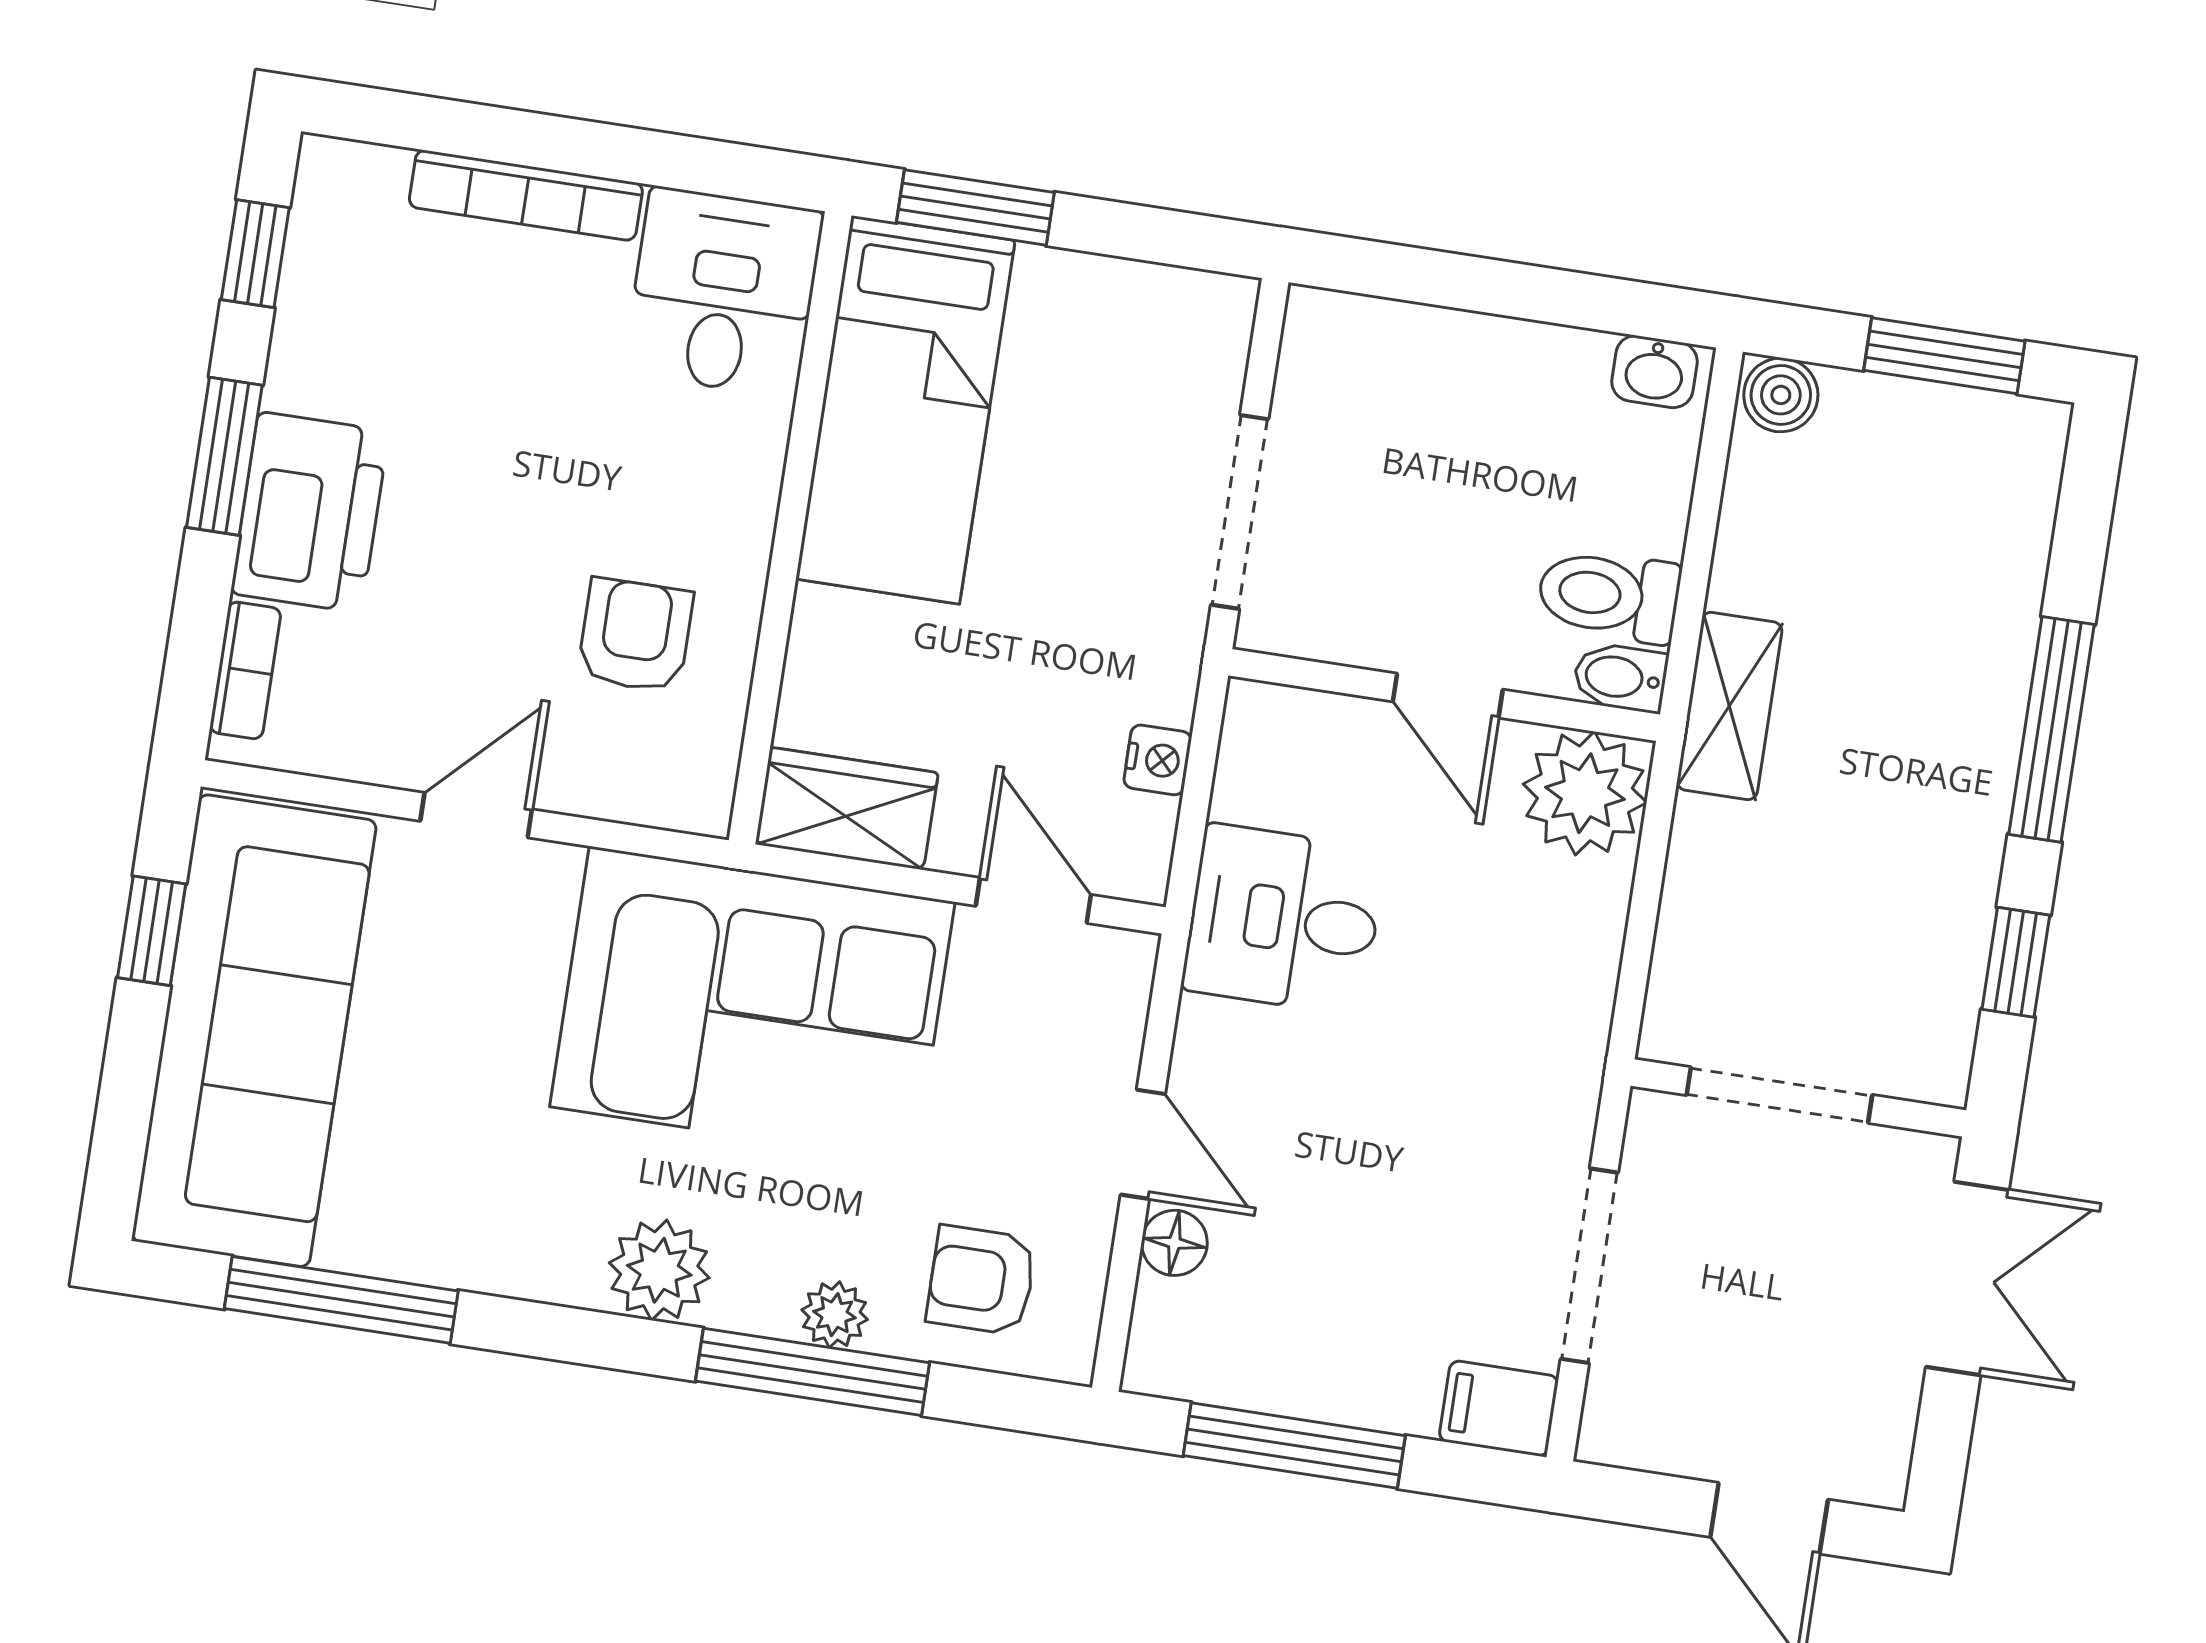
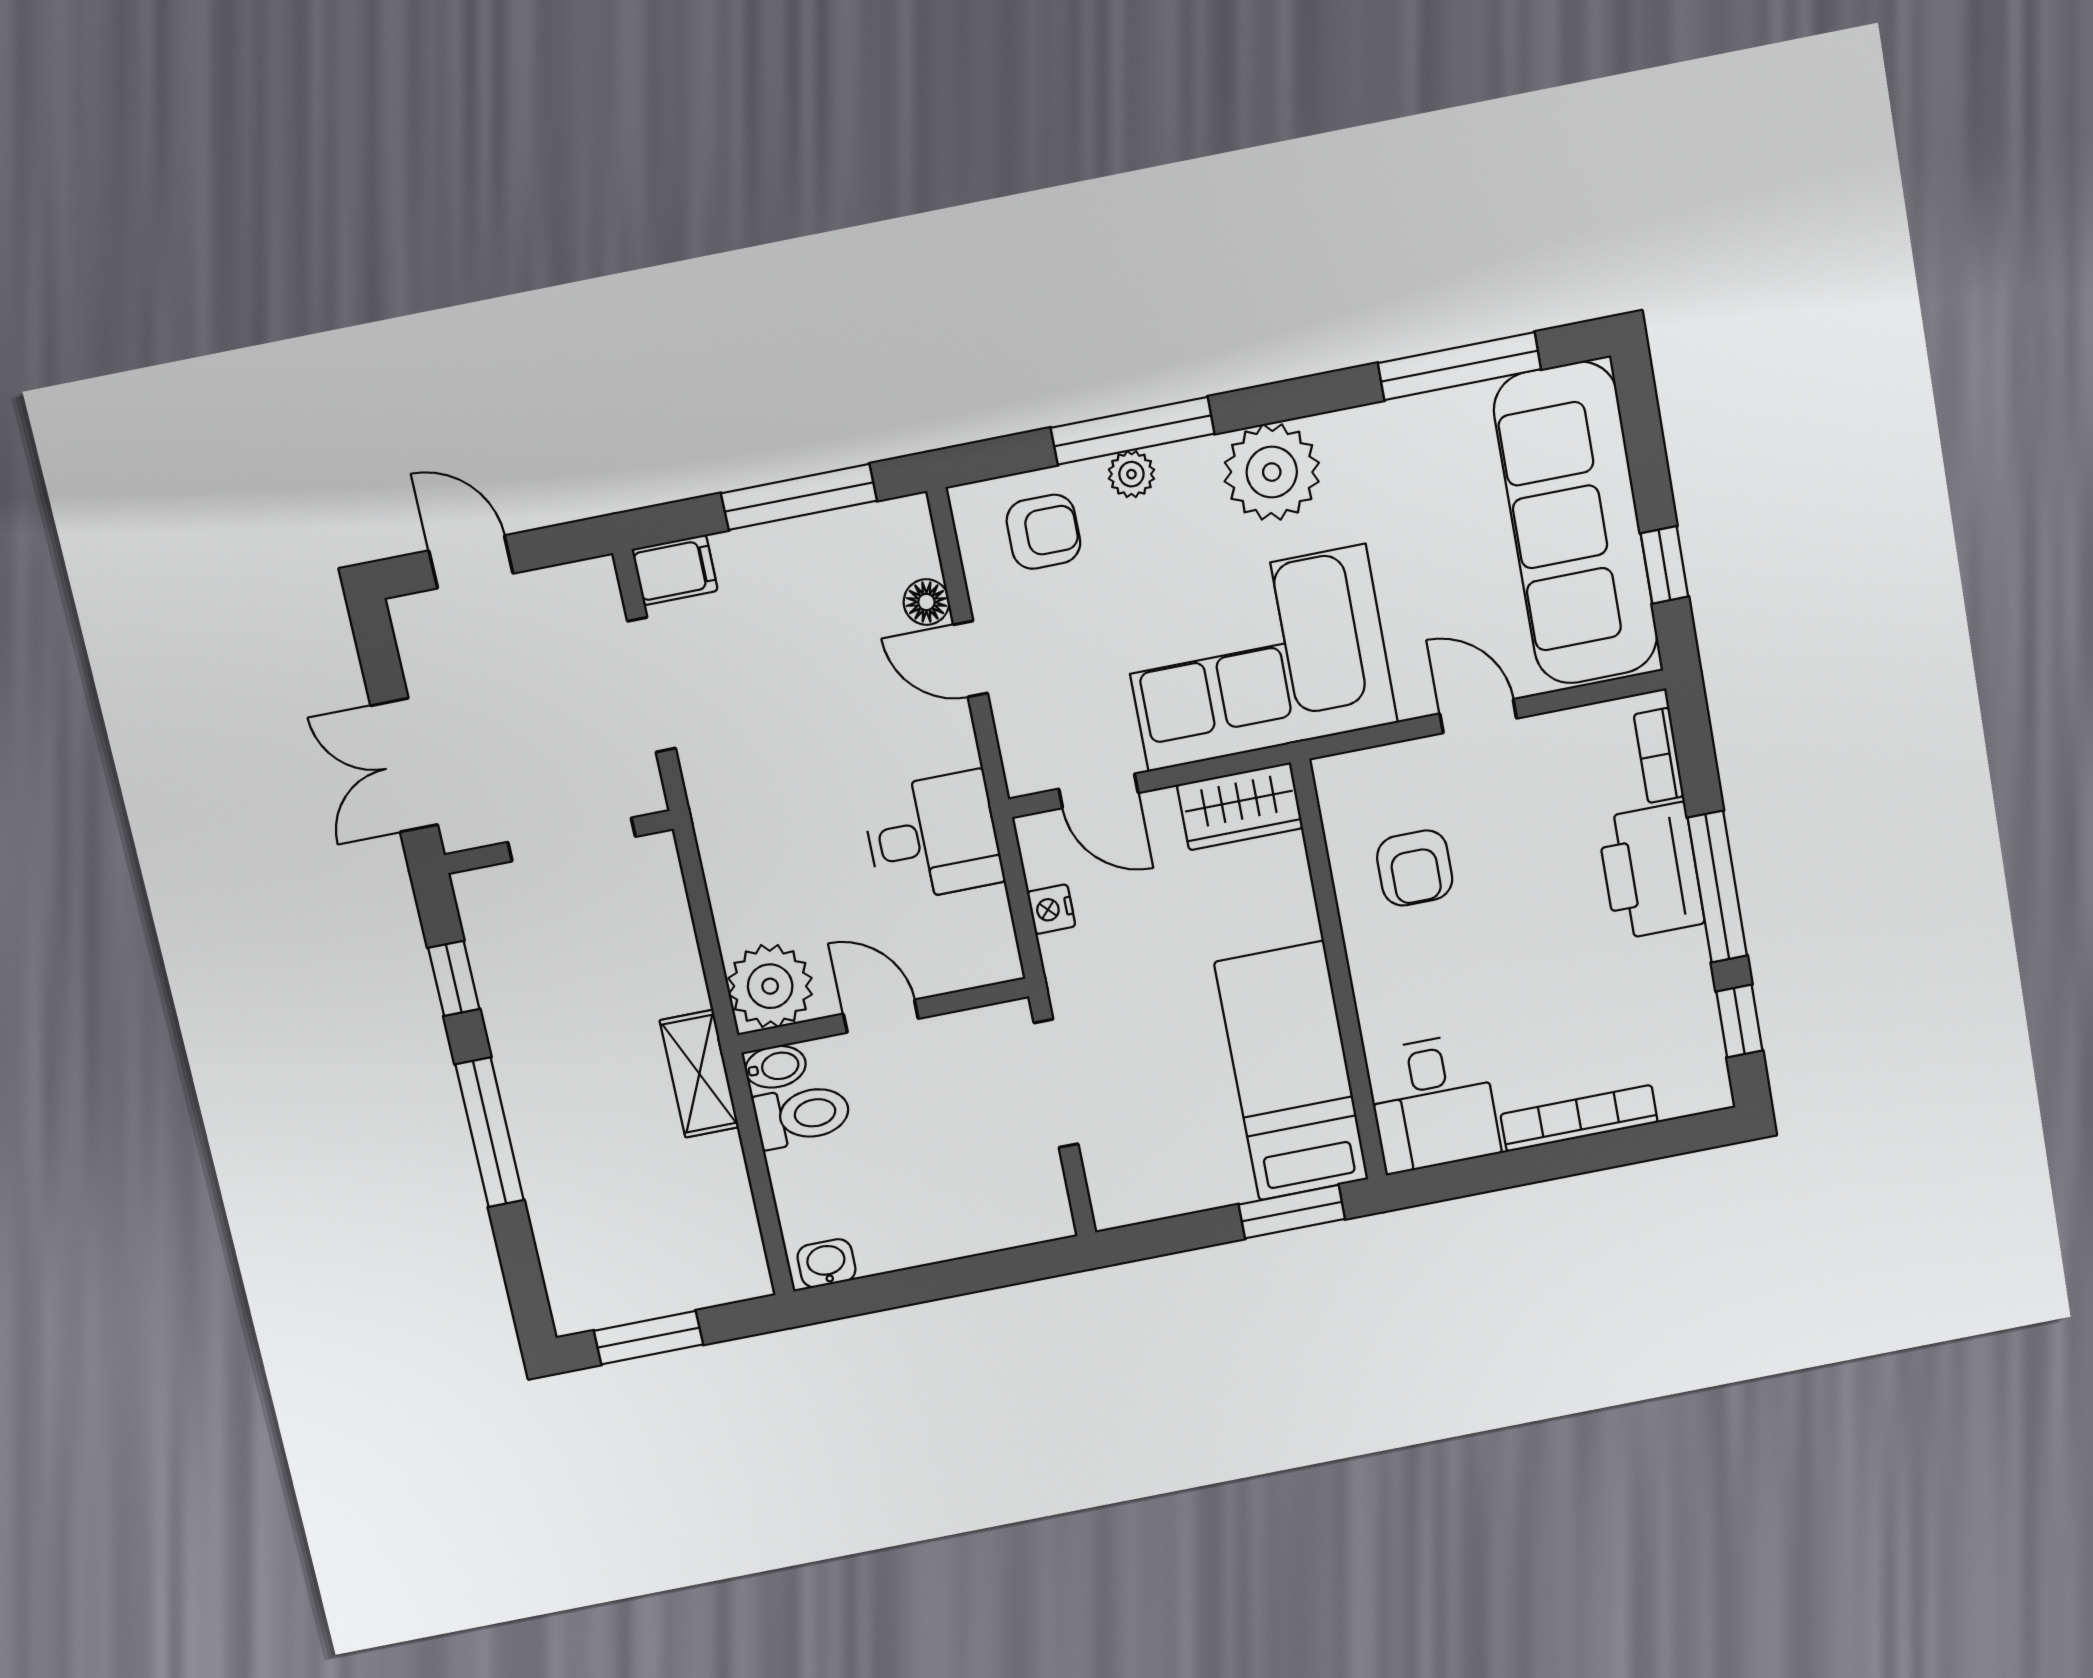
boiler: (1781, 395) -> (742, 1277), removed
window: (224, 456) -> (1717, 887), width x1.44
door: (476, 815) -> (1478, 716), swing flipped
plant: (659, 1270) -> (1272, 472), width x1.36, depth x1.36

